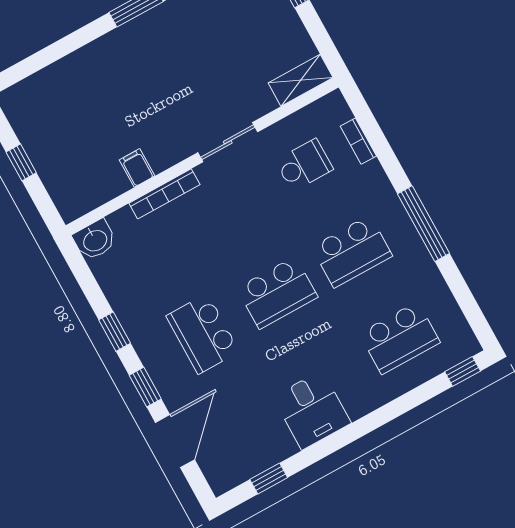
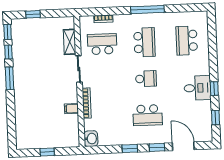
shelving: (301, 80) -> (70, 42), moved
school desk: (304, 165) -> (102, 44), width x1.85
school desk: (277, 293) -> (146, 79), width x0.54
school desk: (400, 338) -> (187, 41), turned 180
window: (463, 371) -> (214, 89), moved

